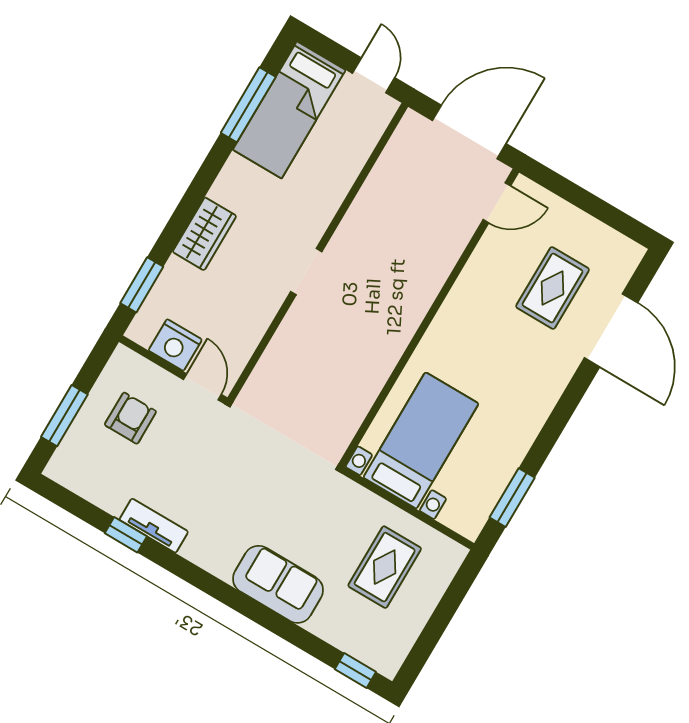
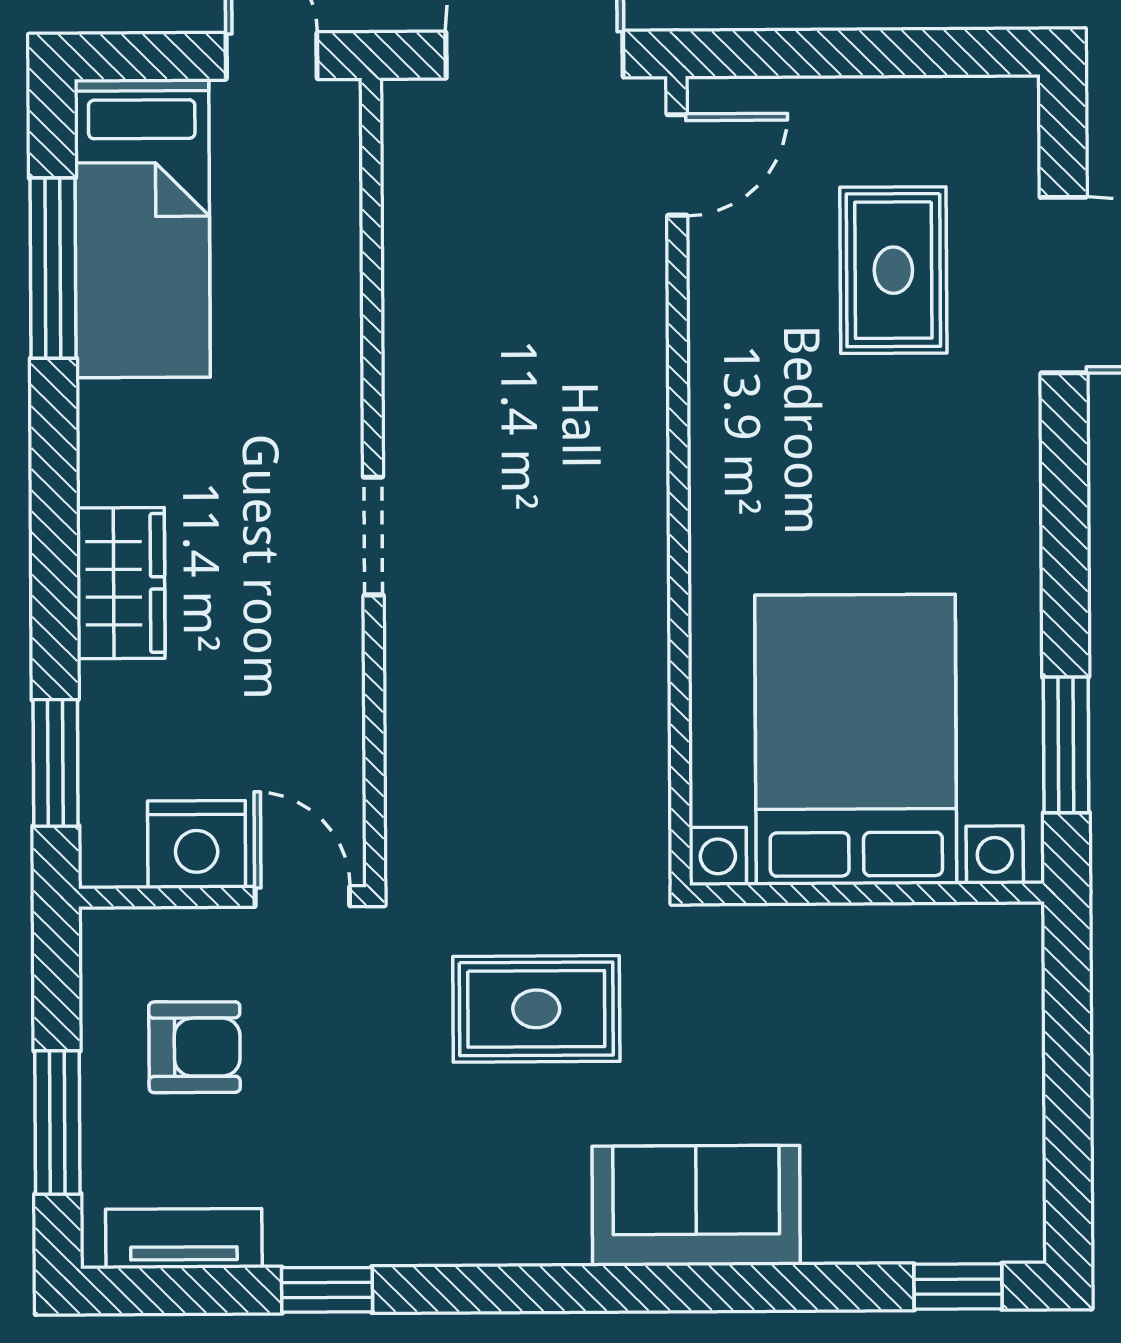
armchair: (130, 418) -> (194, 1047), turned 90
bed with nightstands: (421, 441) -> (856, 740), width x1.36
tv unit: (154, 526) -> (184, 1238), moved
rug: (385, 567) -> (536, 1009), moved, turned 90

